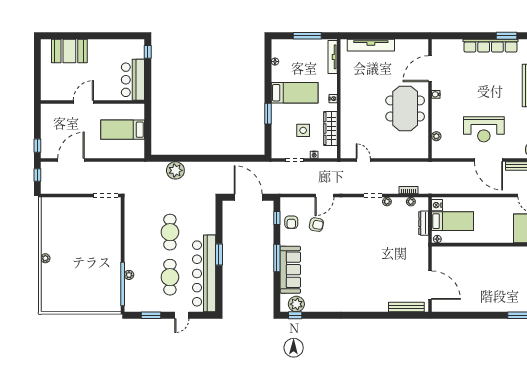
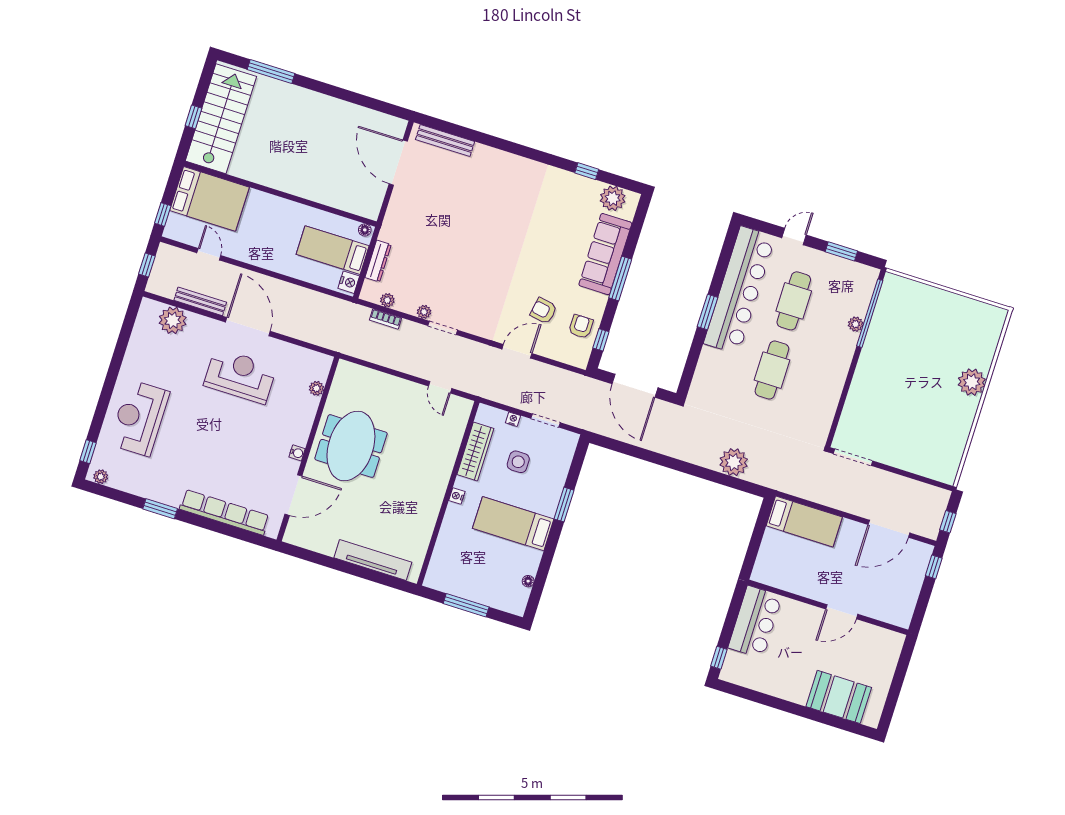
row of seats: (491, 46) -> (224, 512), moved
tv unit: (333, 57) -> (437, 560), removed
bed: (123, 130) -> (804, 521), moved
plant: (45, 258) -> (972, 382), width x1.87, depth x1.87
window: (295, 315) -> (587, 171), moved

